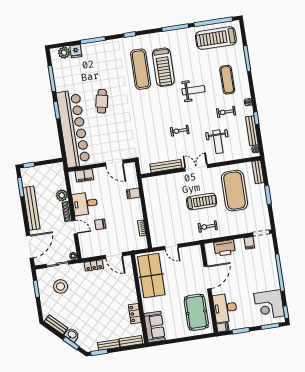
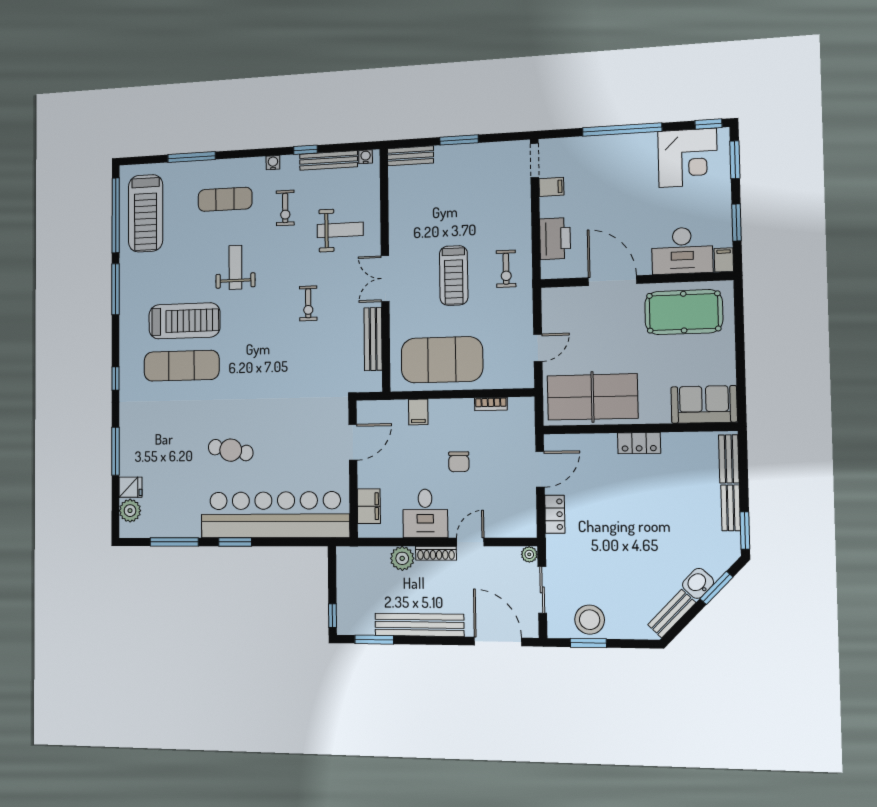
exercise mat: (235, 191) -> (442, 360), moved
treadmill: (201, 201) -> (454, 276), turned 180
chair: (100, 224) -> (459, 462), moved
stool: (61, 286) -> (590, 620), moved
locker: (135, 314) -> (639, 443), moved

